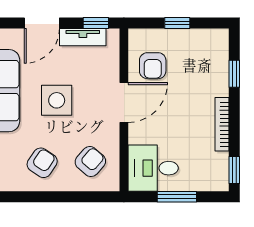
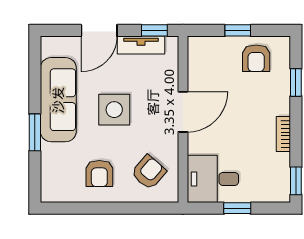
armchair: (153, 66) -> (256, 58), moved
bookcase: (222, 124) -> (283, 134), width x0.64
armchair: (42, 163) -> (99, 174), turned 146
window: (177, 197) -> (237, 208), width x0.67

